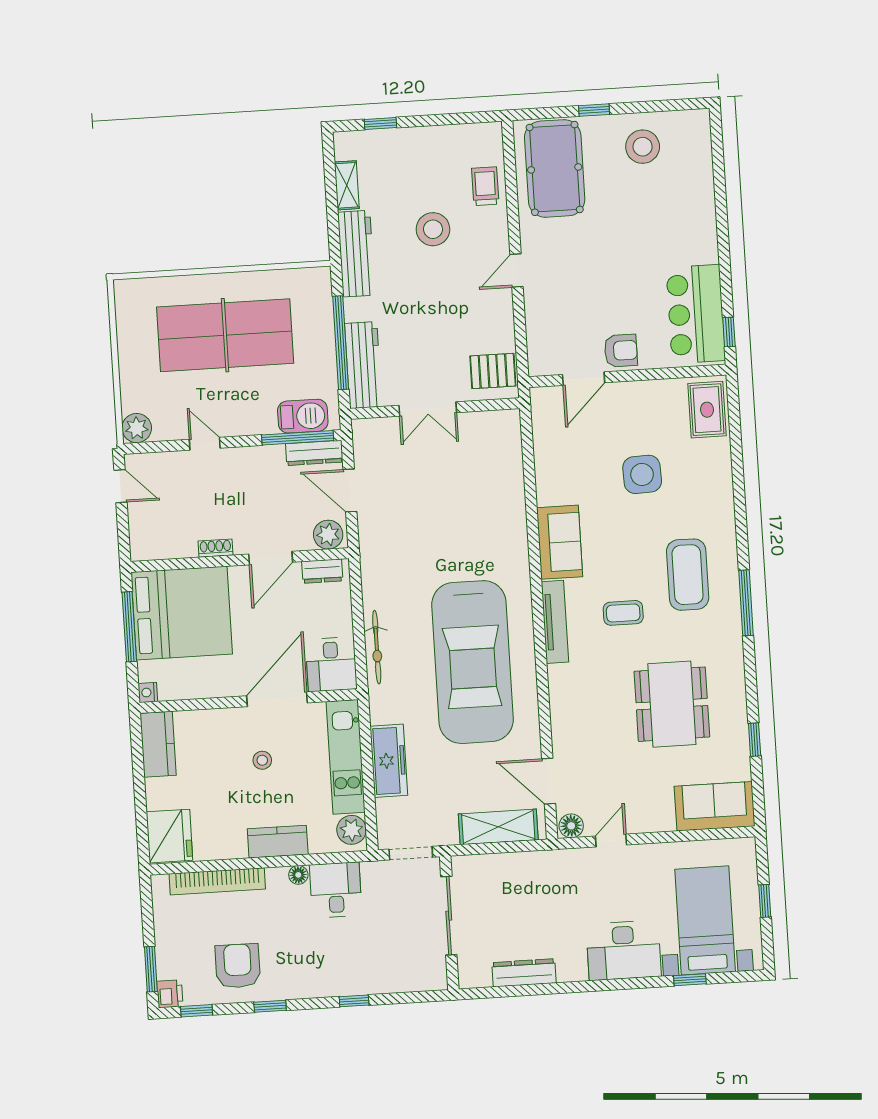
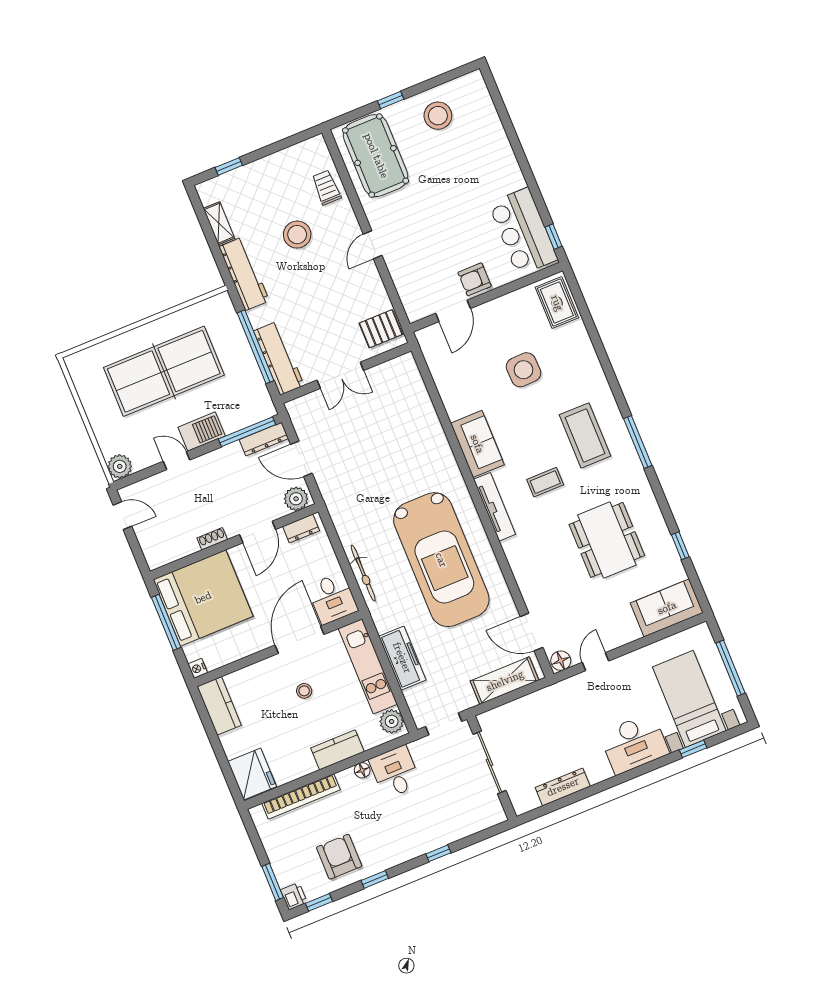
armchair: (621, 351) -> (475, 279), turned 180
barbecue: (303, 416) -> (202, 432), moved
window: (765, 901) -> (730, 668), width x2.17

